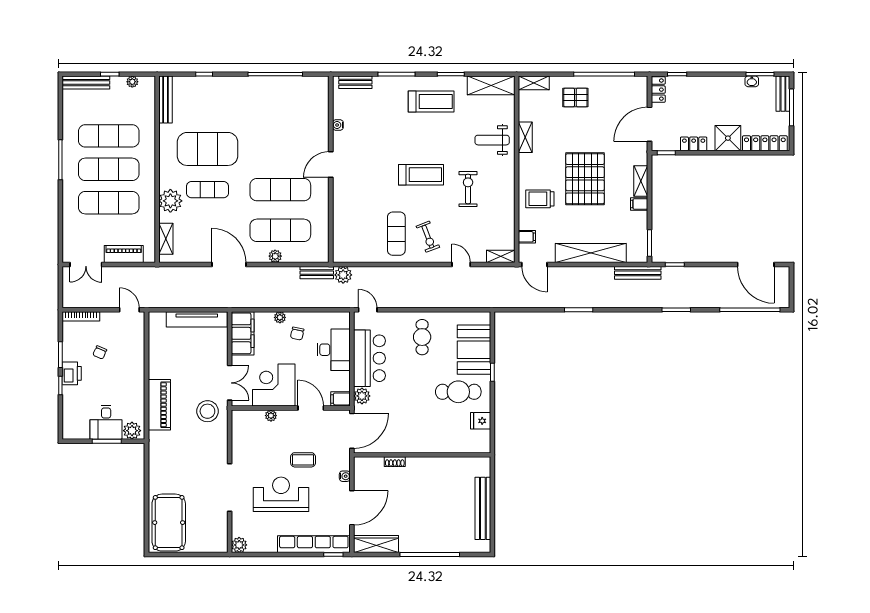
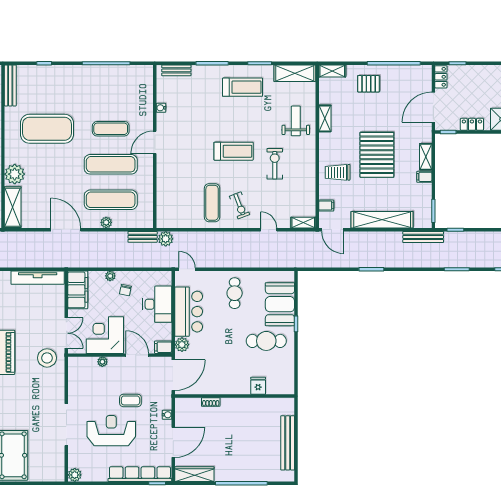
weight bench: (492, 140) -> (296, 121), turned 90
exercise mat: (207, 190) -> (111, 129), moved
shelving: (166, 239) -> (13, 207), width x1.50, depth x1.33
fridge: (481, 421) -> (258, 386), moved, turned 90

